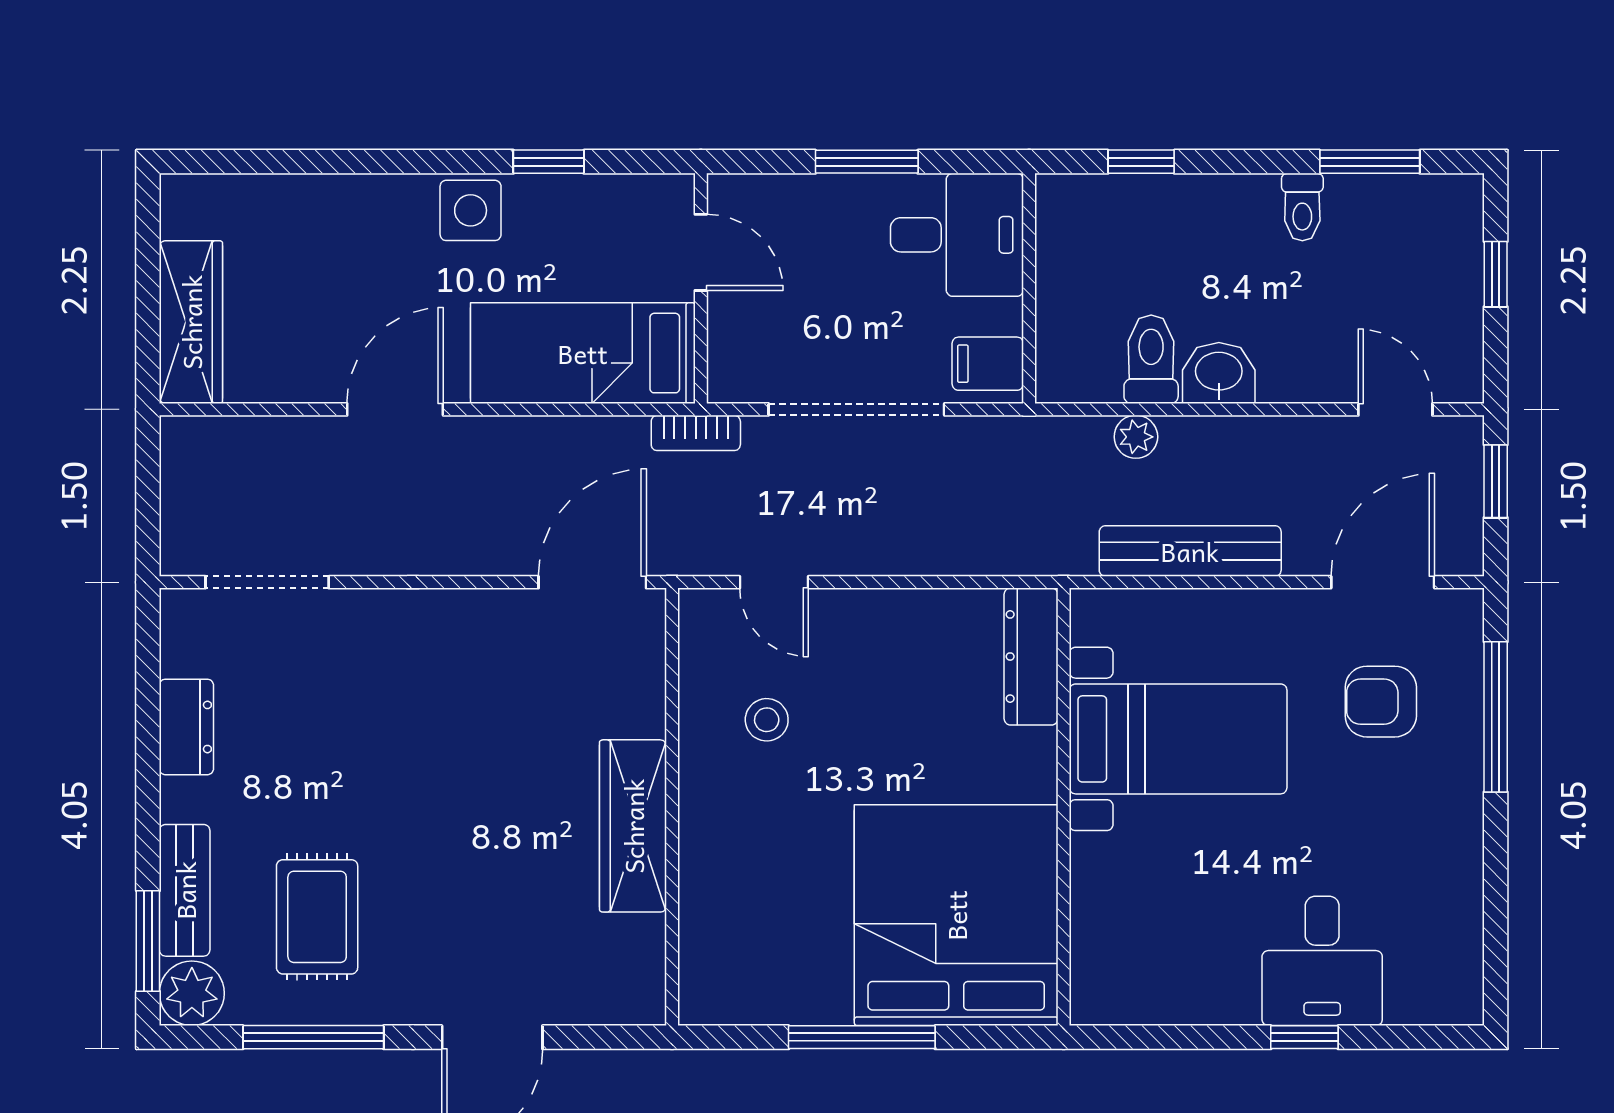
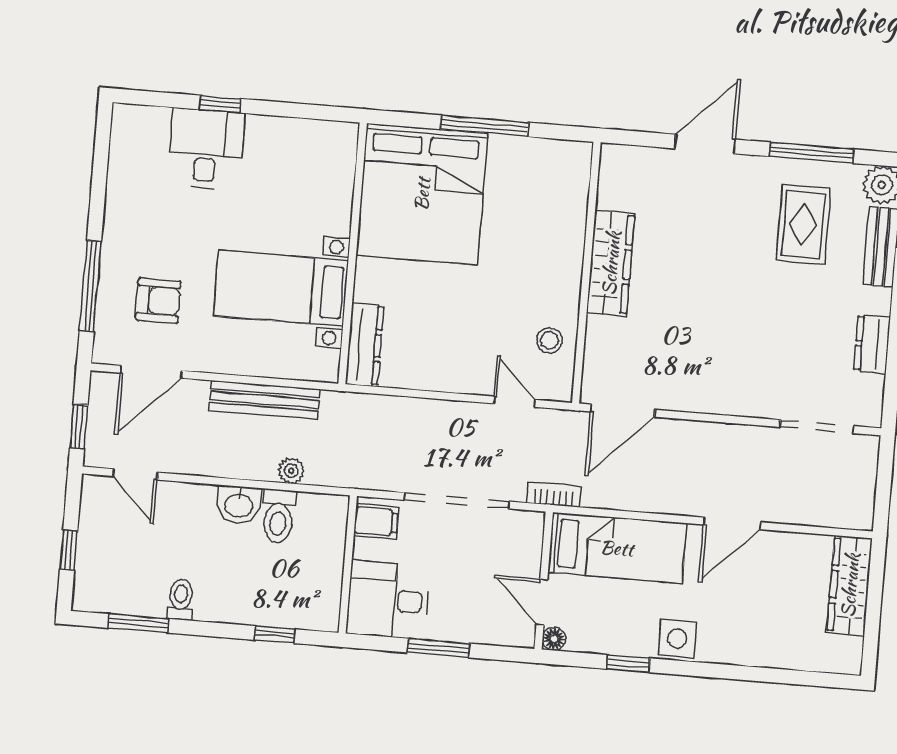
floor lamp: (676, 193) -> (554, 639), added
stool: (767, 720) -> (550, 340), moved

